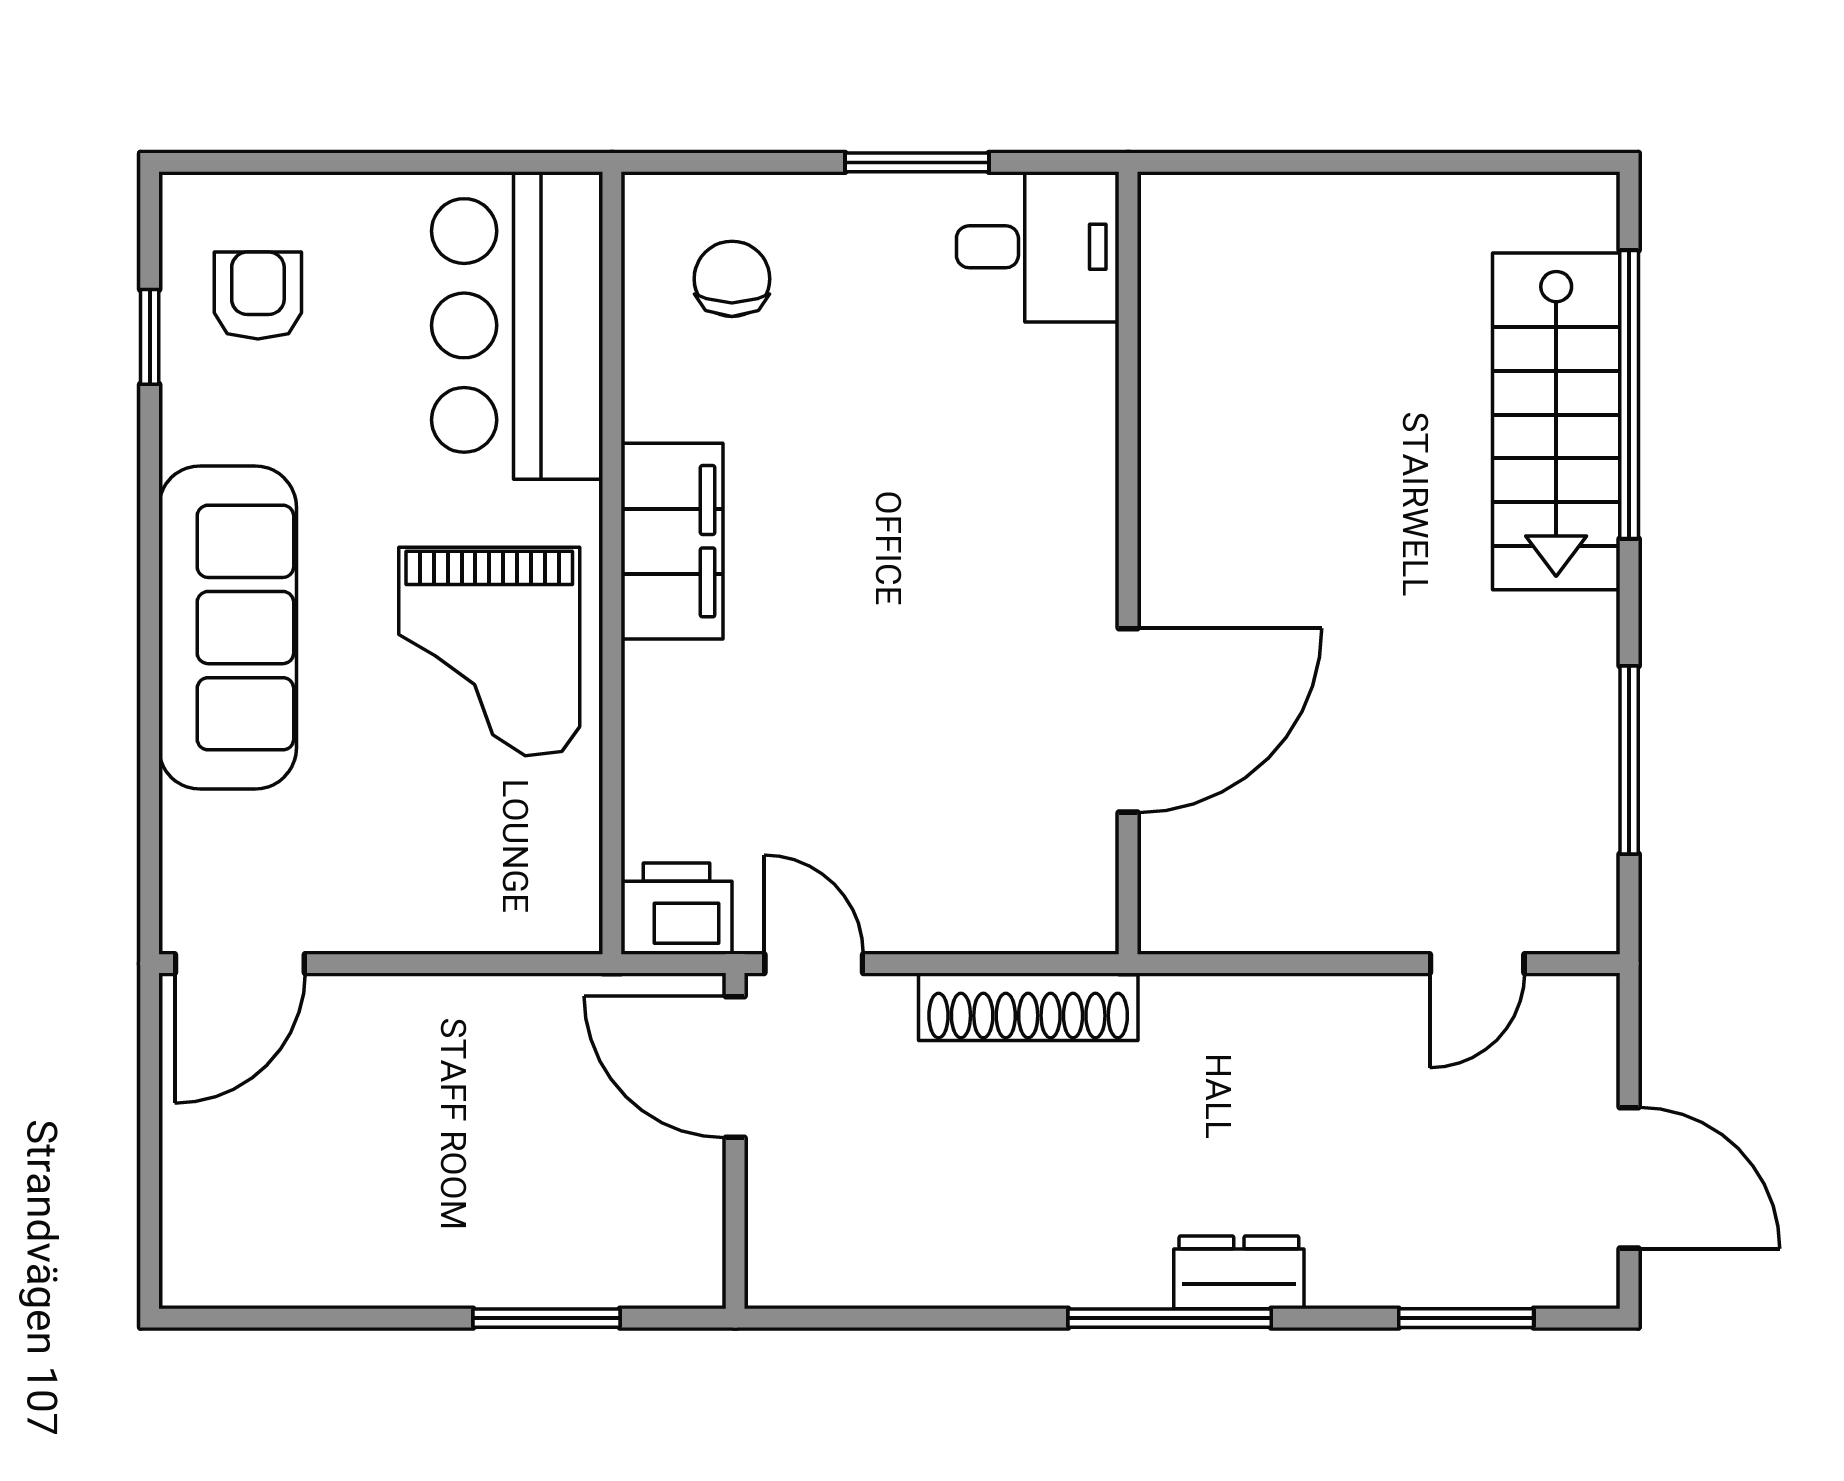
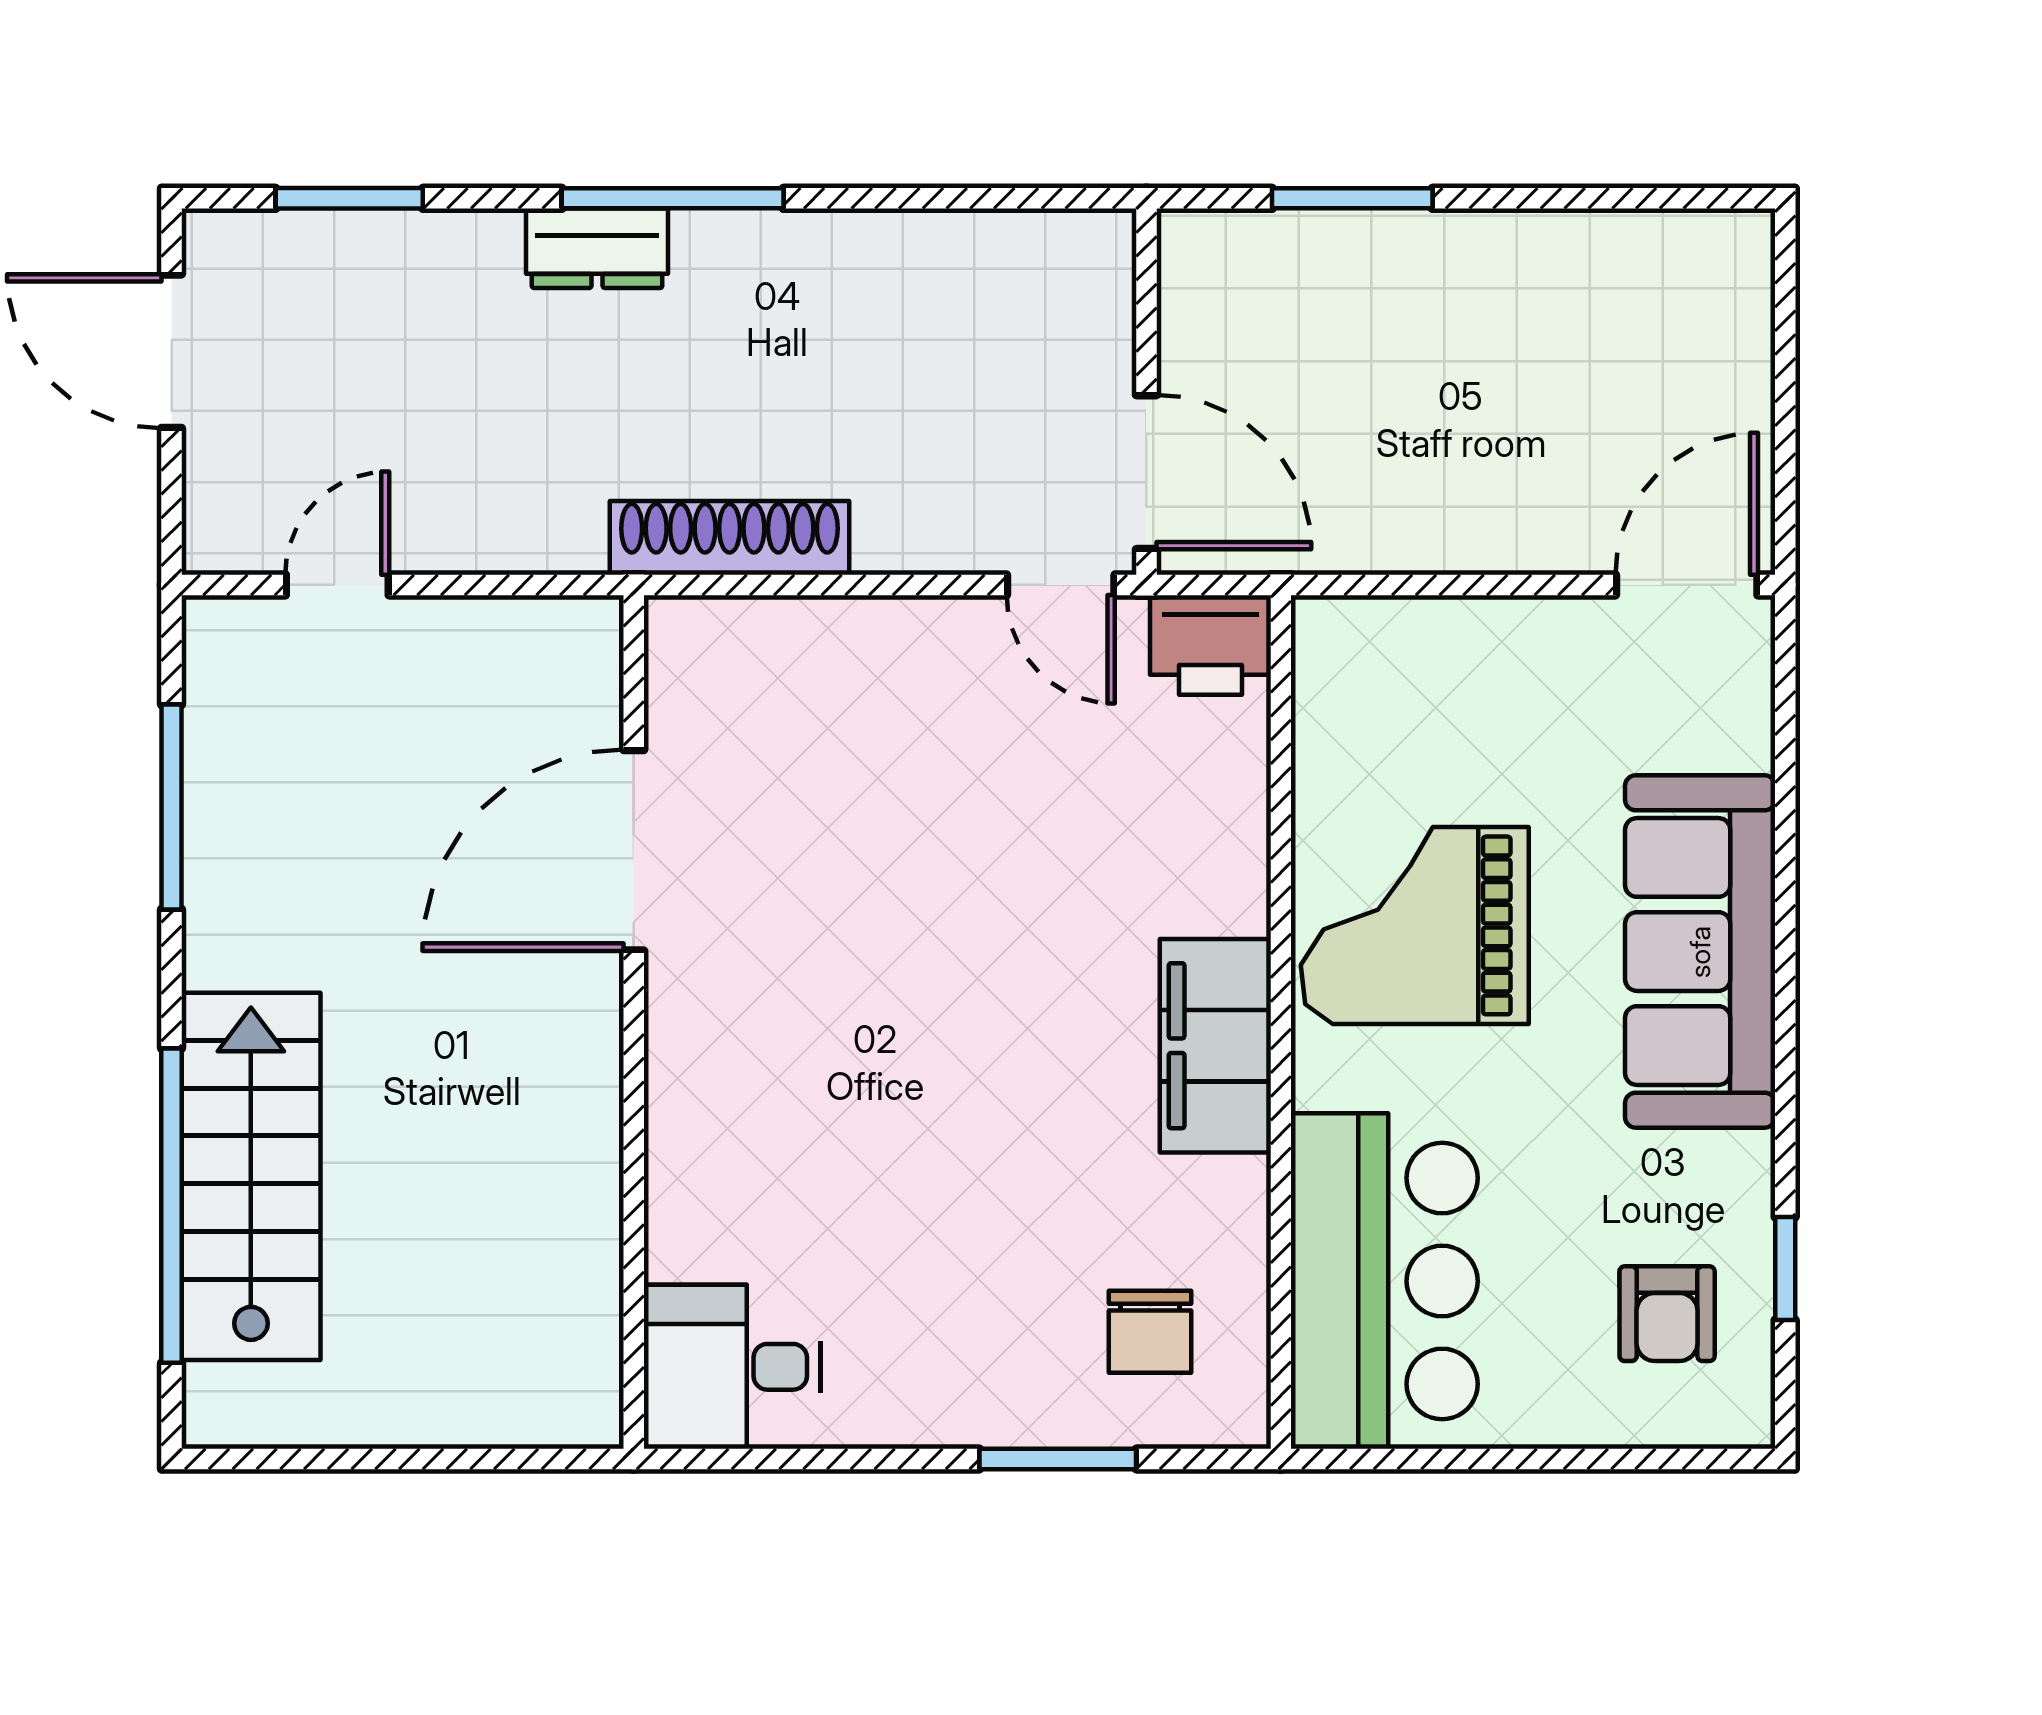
window: (917, 162) -> (1058, 1459), moved
desk: (1038, 247) -> (732, 1367), moved
wall: (1128, 563) -> (634, 1022), moved
grand piano: (489, 651) -> (1415, 925), turned -90
door: (1128, 720) -> (634, 850), moved
shoe rack: (1028, 1007) -> (730, 538), moved

